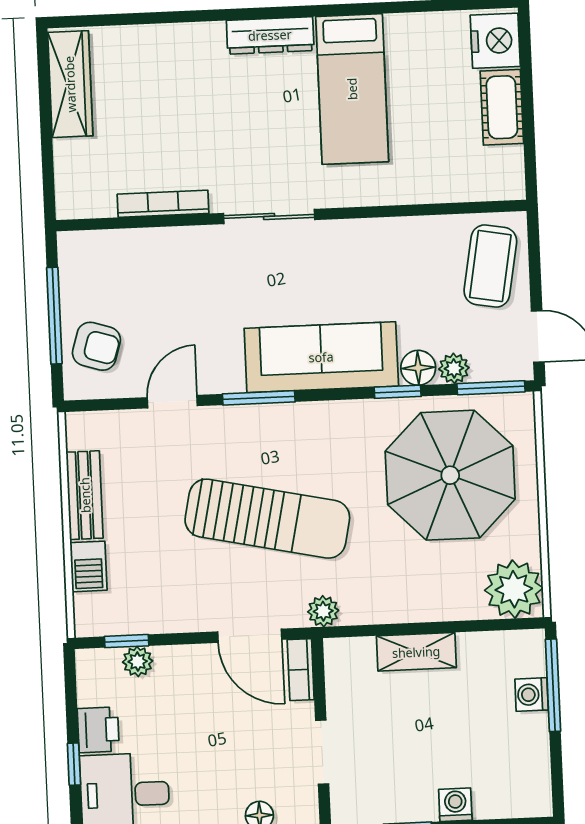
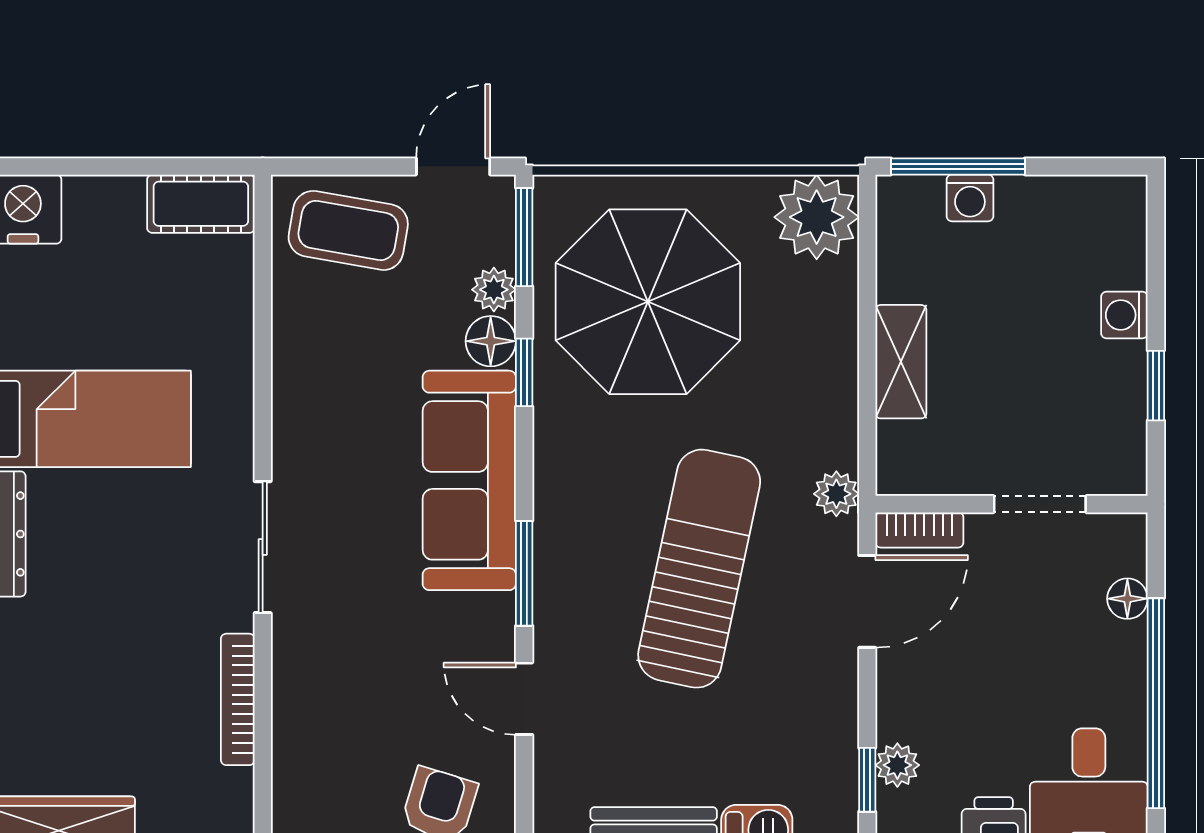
cot: (502, 107) -> (201, 204), moved

